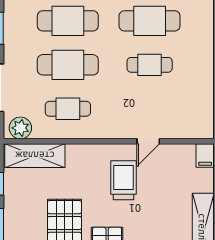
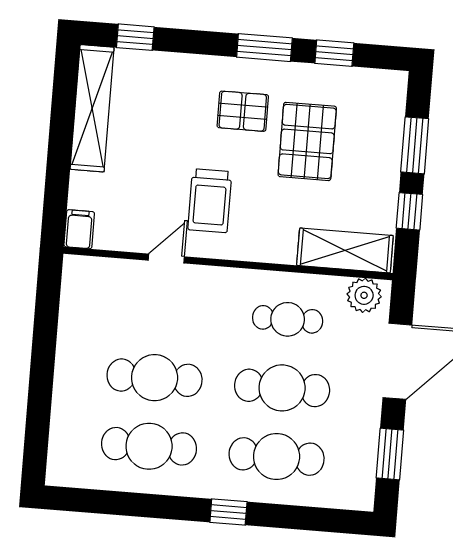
cafe table: (150, 65) -> (155, 378), width x1.37, depth x1.35

